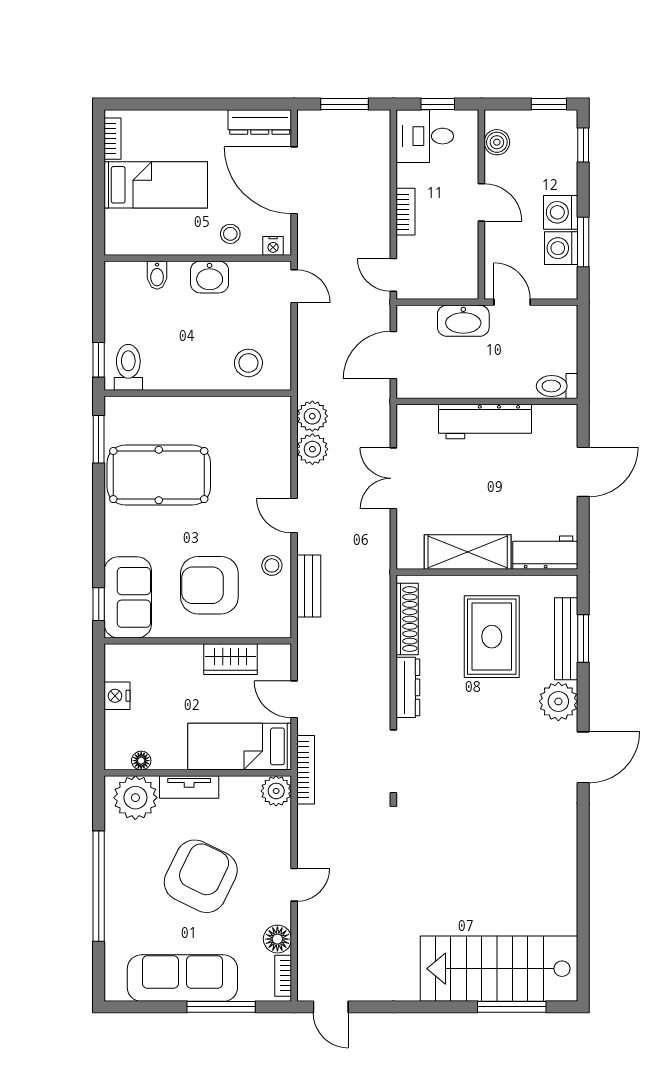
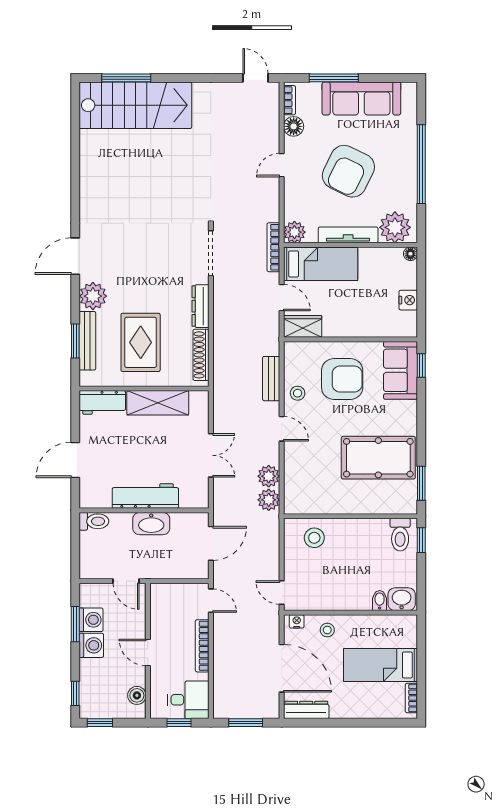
bookcase: (405, 212) -> (202, 646), width x1.56
washbasin: (210, 277) -> (402, 599), moved
washbasin: (463, 321) -> (151, 524), moved, turned 180
wardrobe: (231, 659) -> (303, 326), moved
floor lamp: (141, 761) -> (410, 254), moved
tv unit: (189, 787) -> (348, 235), width x1.41

